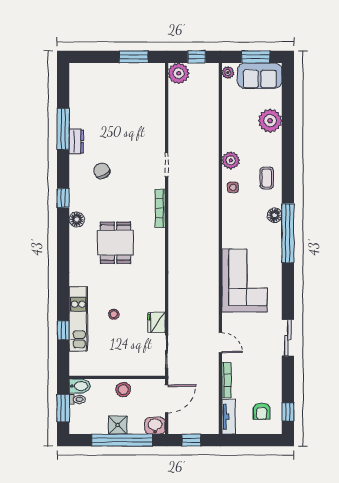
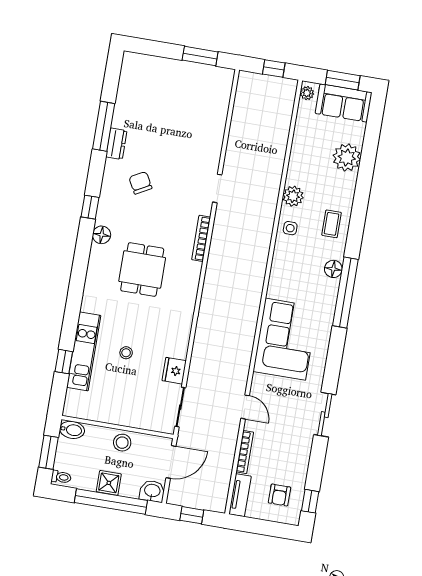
plant: (179, 73) -> (249, 84), removed
toilet: (77, 399) -> (61, 477), moved

